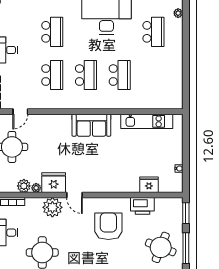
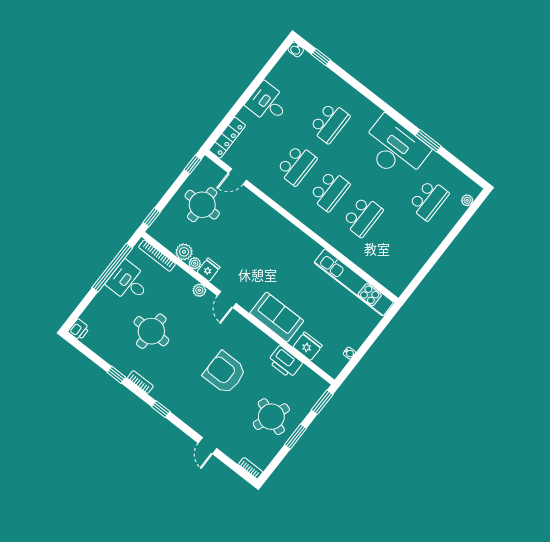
kitchen unit: (147, 121) -> (354, 282), width x1.36
sofa: (91, 125) -> (277, 317), moved, turned 180
fridge: (54, 183) -> (208, 270), width x0.53, depth x0.75
plant: (52, 207) -> (199, 290), width x0.53, depth x0.53
armchair: (108, 226) -> (225, 373), moved, turned -90
window: (186, 248) -> (295, 437), width x0.69

